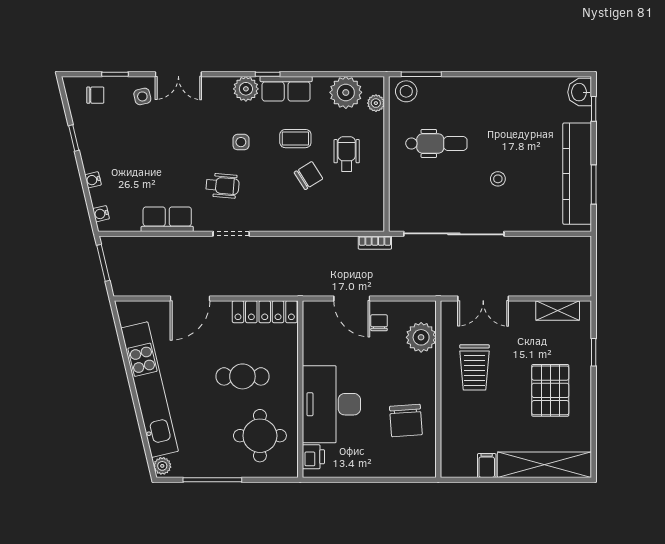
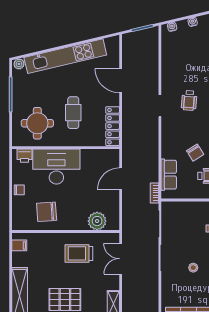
row of seats: (167, 219) -> (169, 175), moved
chair: (379, 323) -> (19, 190), moved
filing cabinet: (487, 465) -> (19, 245), moved

